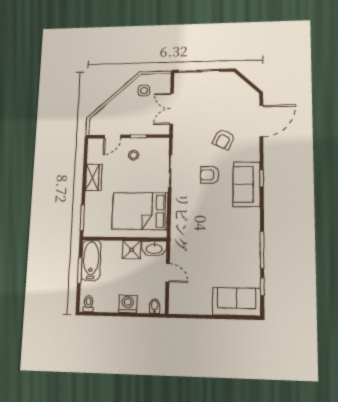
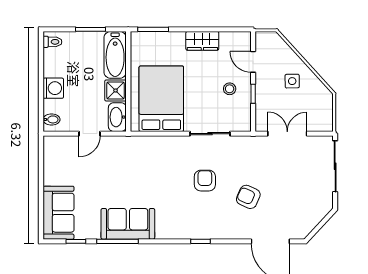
side table: (144, 91) -> (292, 81), moved
sofa: (247, 184) -> (128, 224), moved
bathtub: (91, 260) -> (115, 55), moved, turned 90

